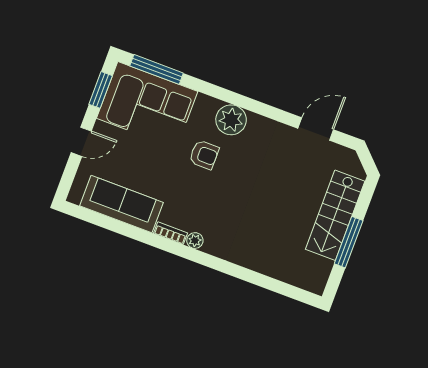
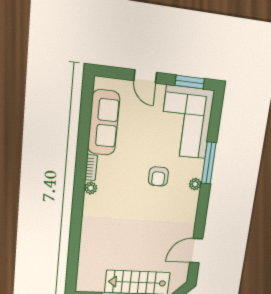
window: (157, 69) -> (209, 163), moved
plant: (231, 120) -> (195, 184), width x0.53, depth x0.53
door: (316, 129) -> (196, 251), swing flipped

